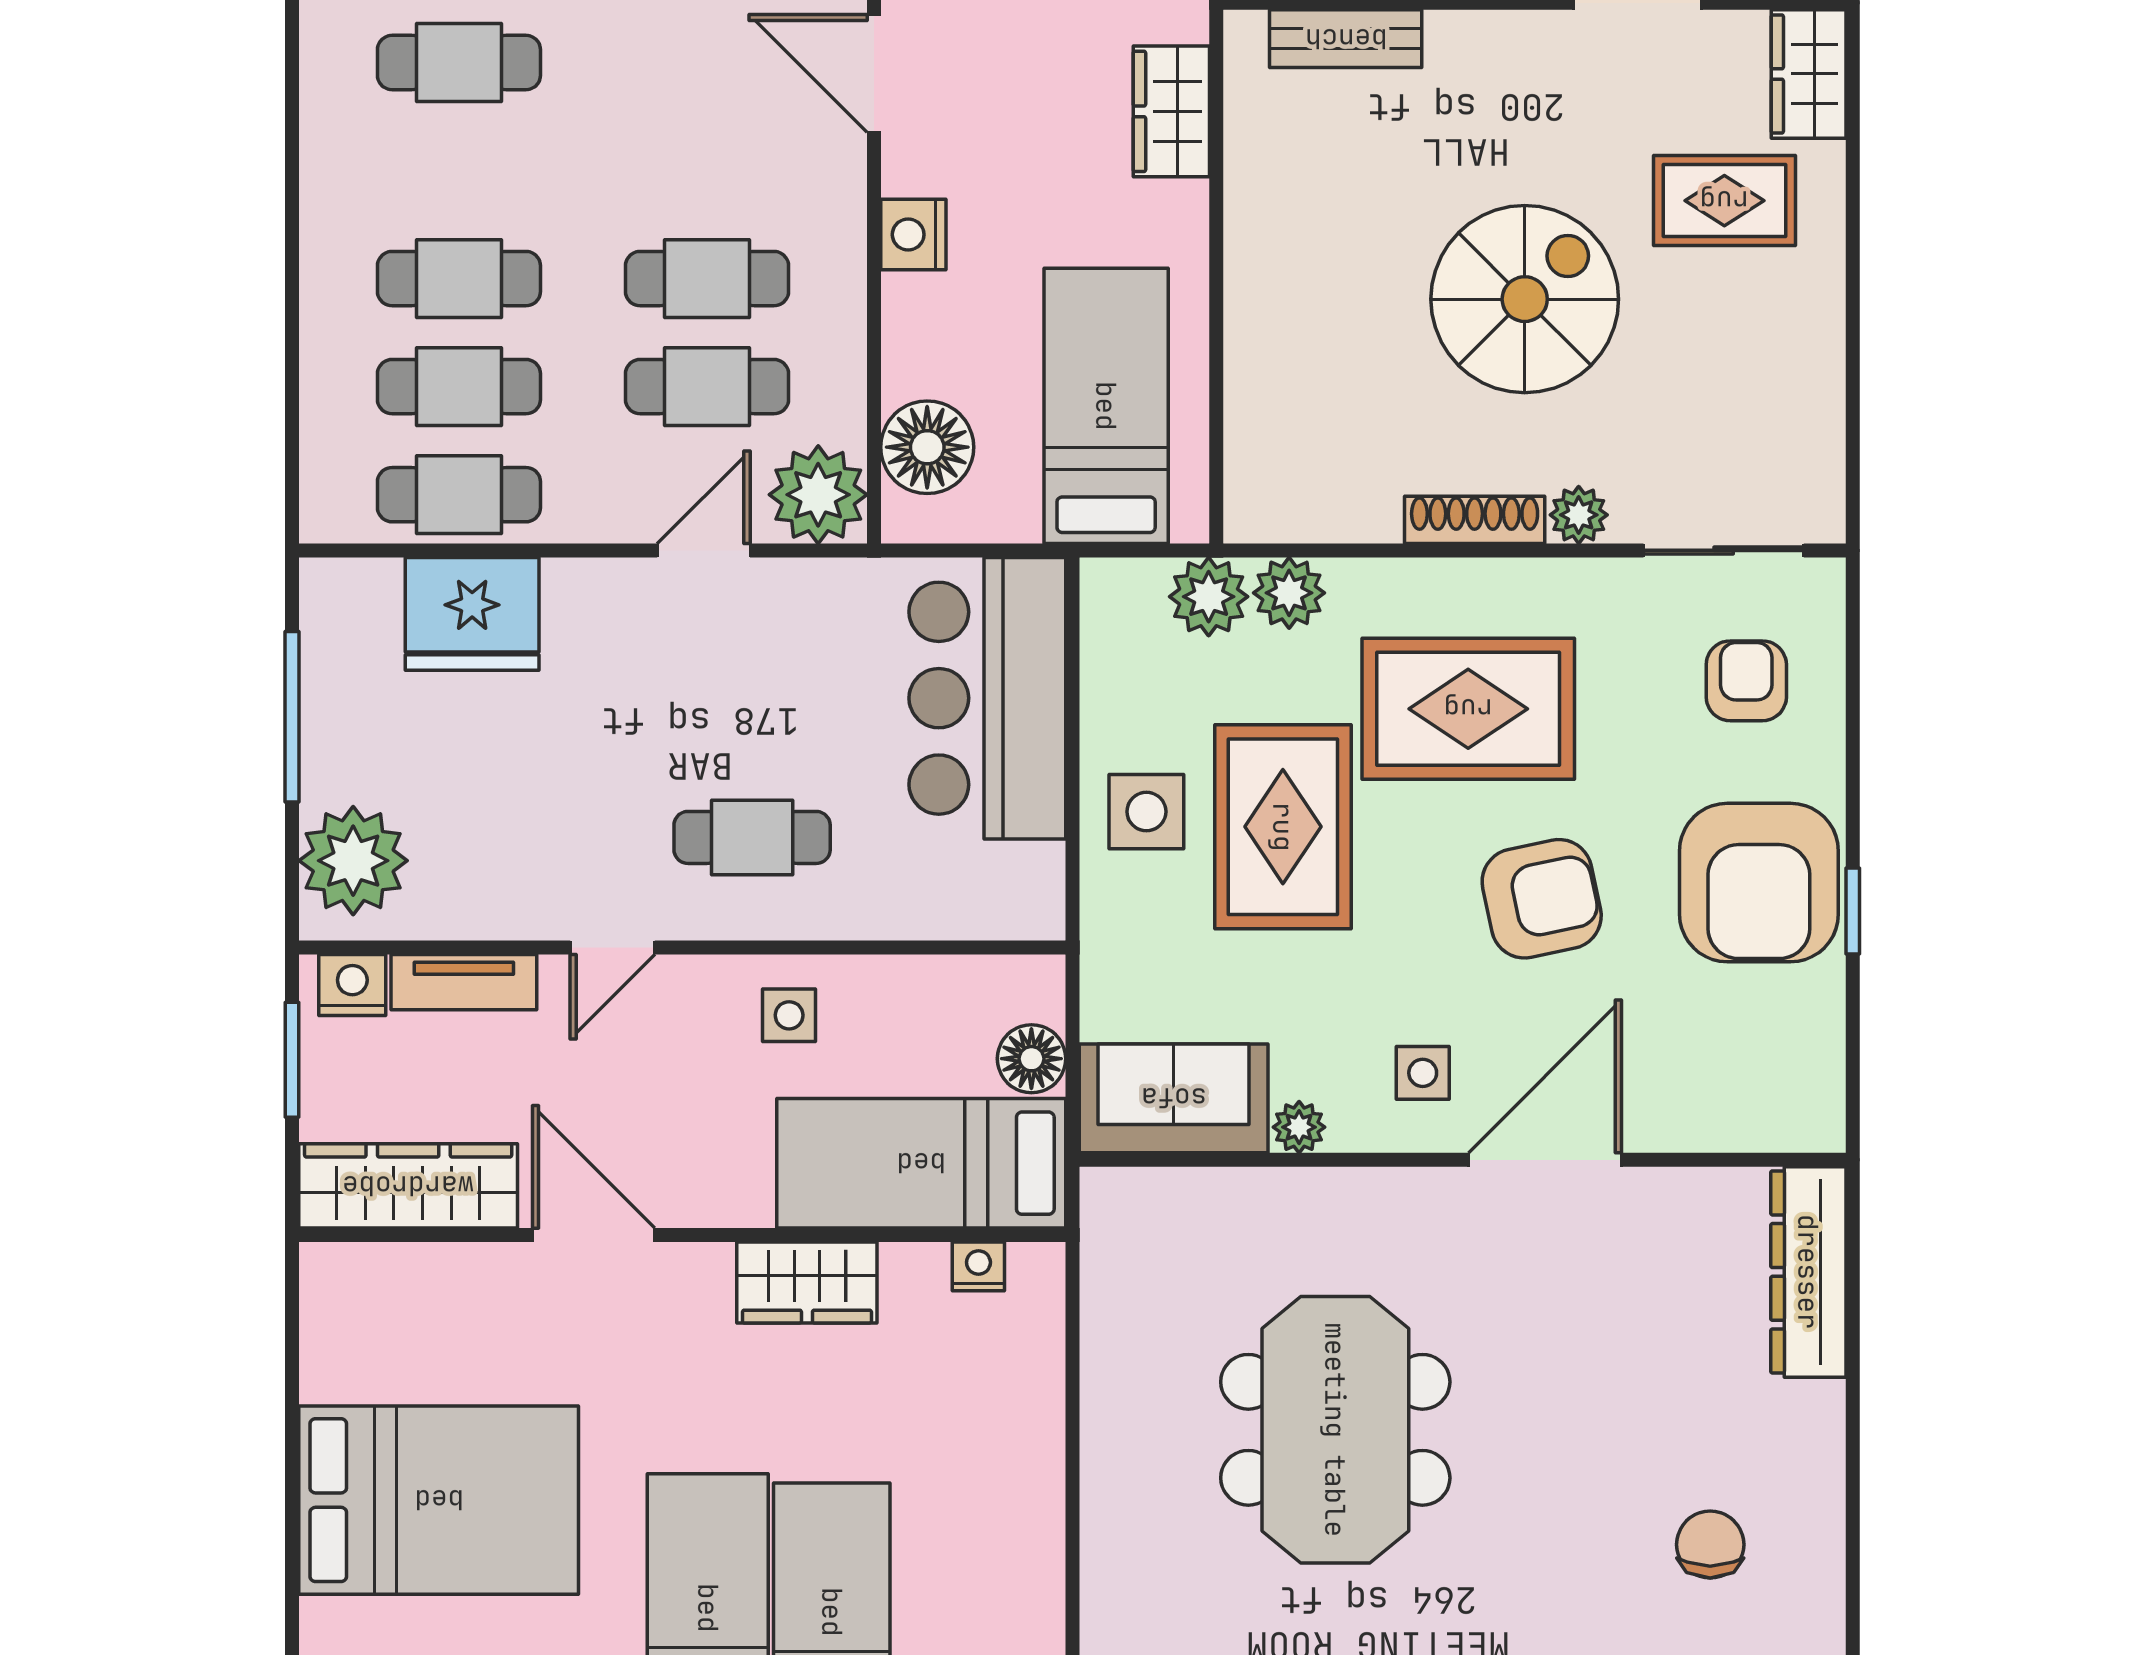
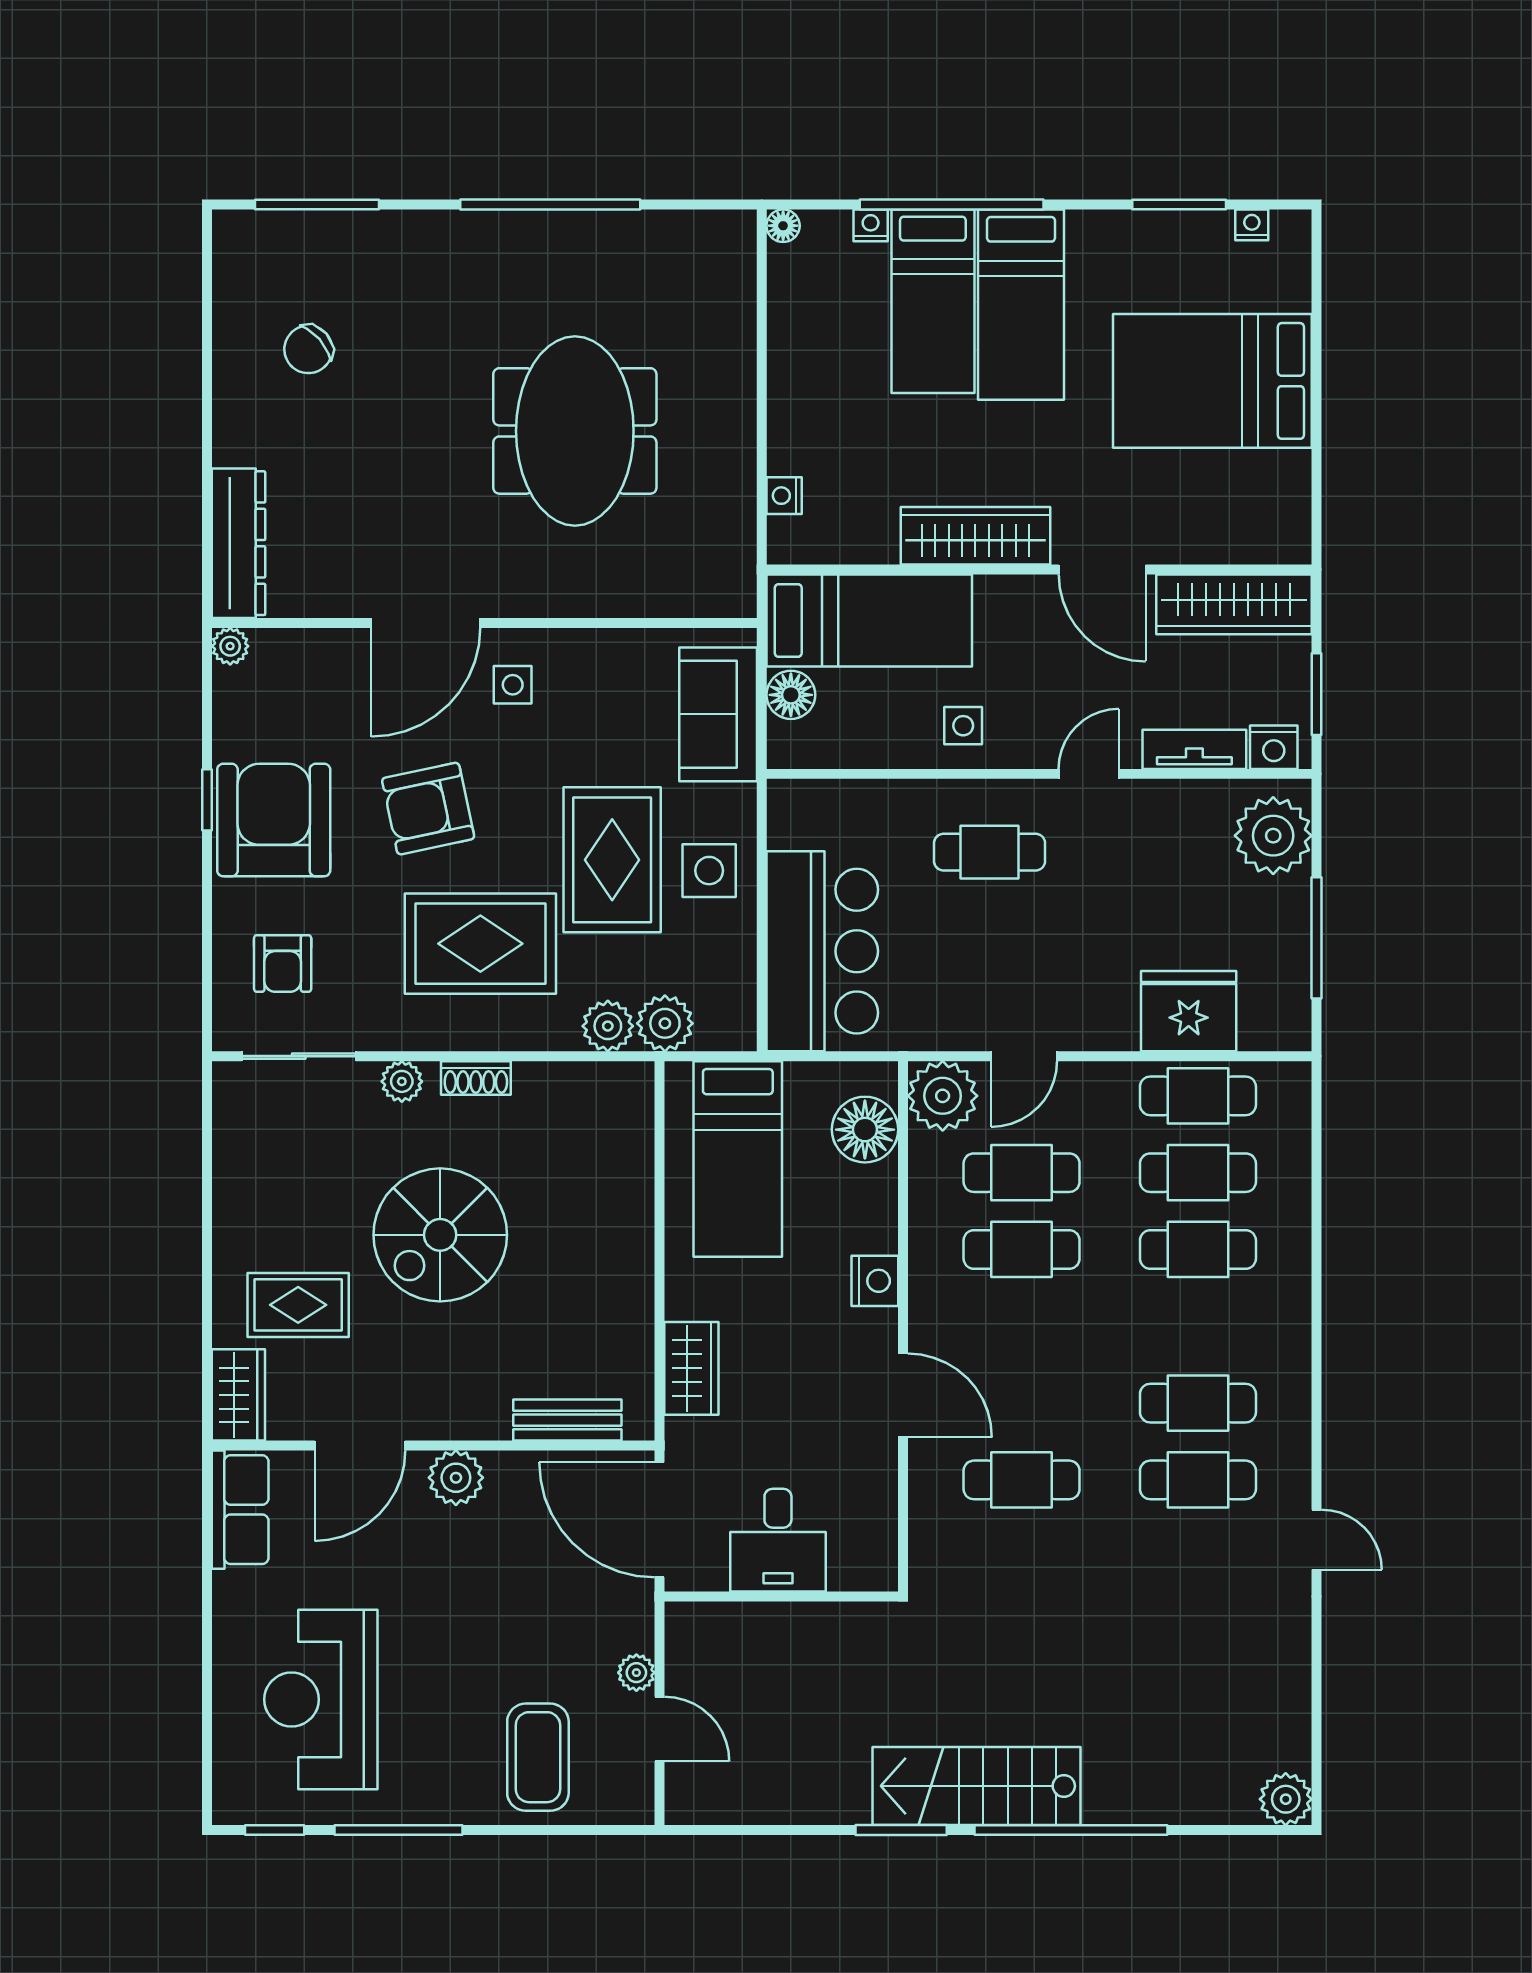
shoe rack: (1475, 520) -> (476, 1078), width x0.70
sofa: (1174, 1098) -> (718, 714), moved, turned 90
plant: (1299, 1127) -> (230, 646), moved
nightstand: (978, 1266) -> (784, 496), moved, turned 90
wardrobe: (807, 1282) -> (975, 536), width x1.50
chair: (1710, 1545) -> (308, 349), turned 49

